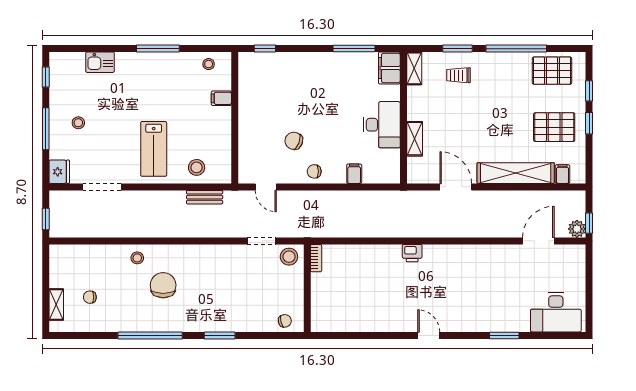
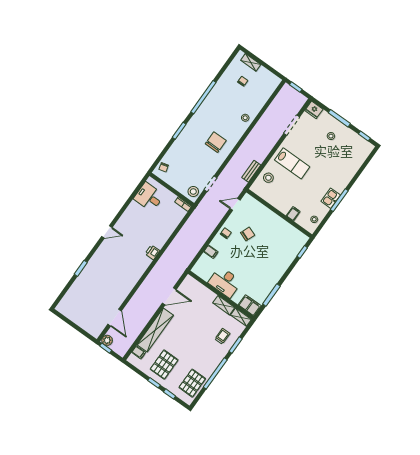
kitchen sink: (100, 62) -> (331, 198), moved
shelving: (415, 139) -> (224, 305), moved
lab bench: (154, 149) -> (292, 163), turned 180
chair: (163, 285) -> (216, 142), moved, turned -90
desk: (556, 312) -> (149, 197), moved, width x0.73

